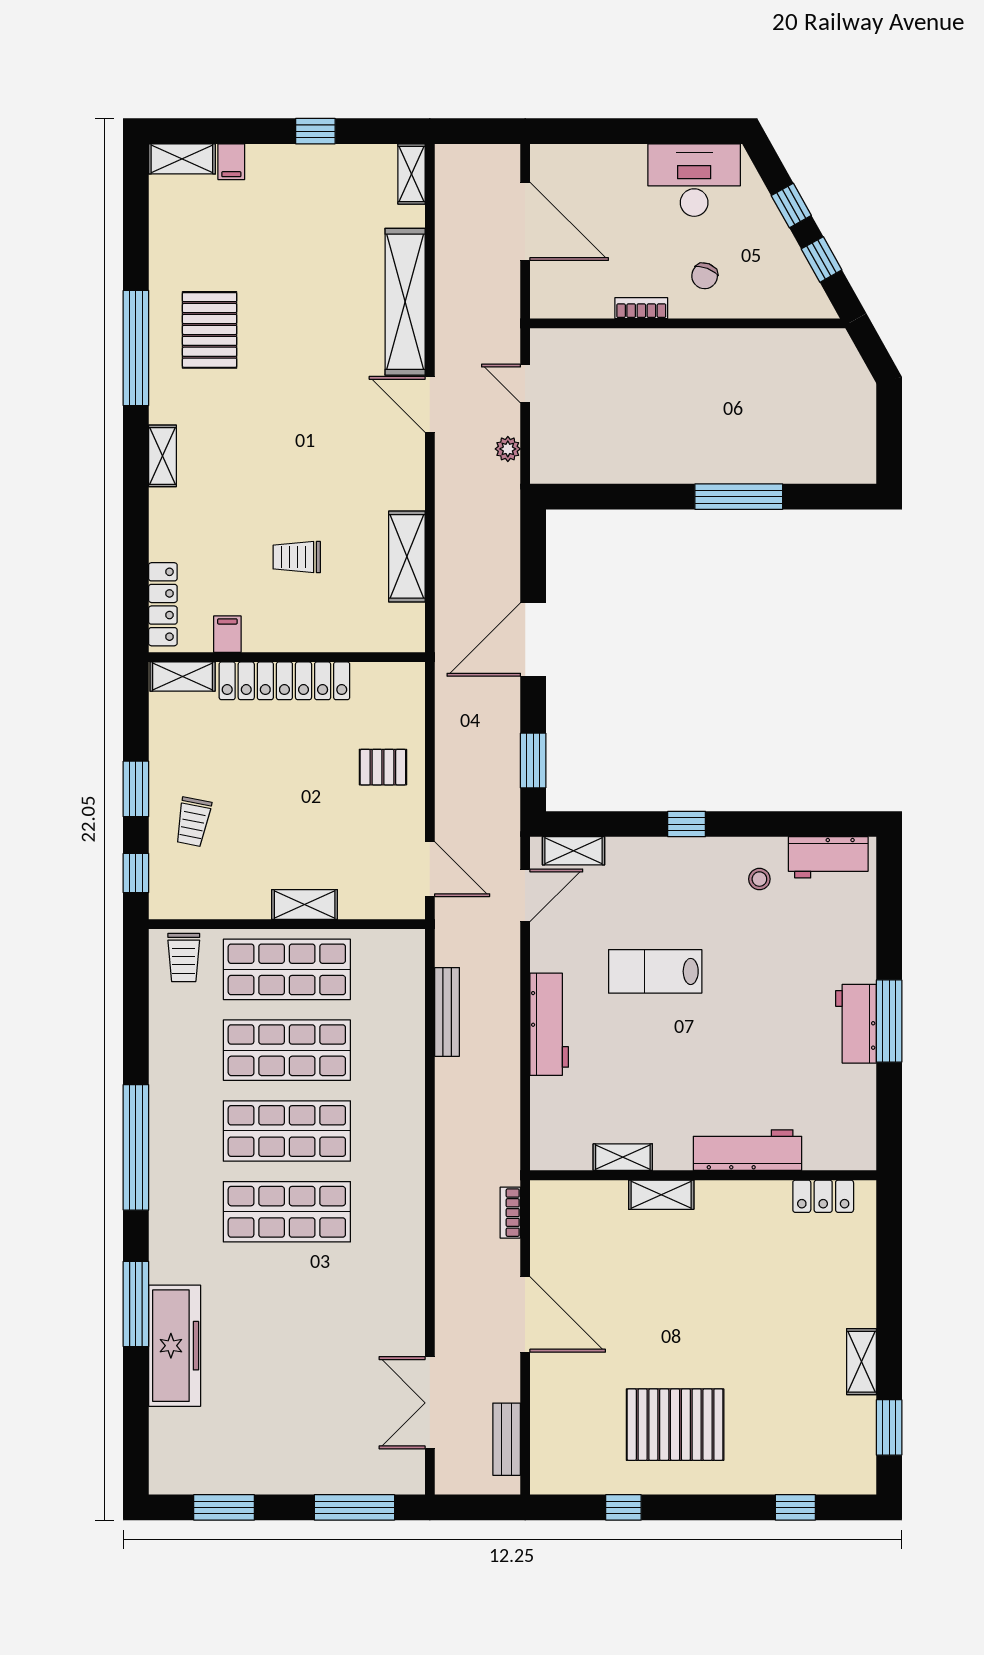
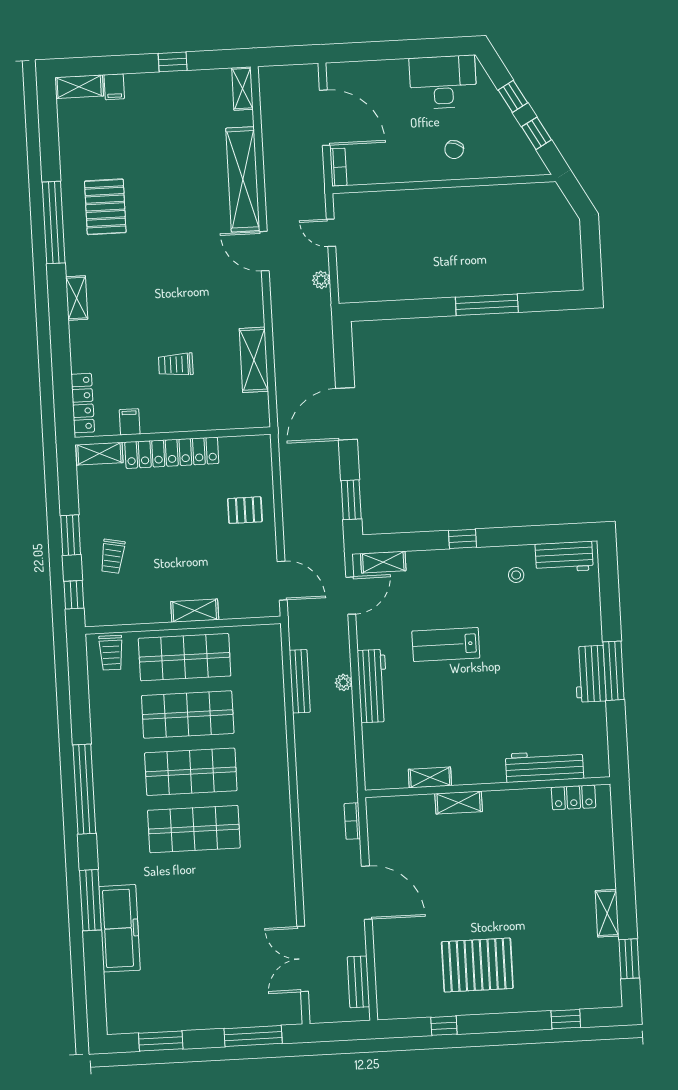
bookcase: (641, 308) -> (338, 167), moved, turned 90
plant: (508, 1017) -> (344, 682), added
workbench: (747, 1150) -> (545, 766), moved

